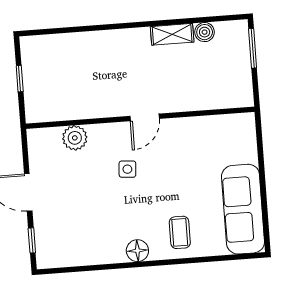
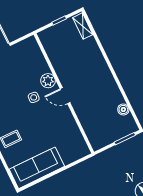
shelving: (172, 34) -> (83, 26), moved
plant: (75, 138) -> (48, 81), moved

